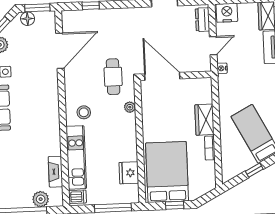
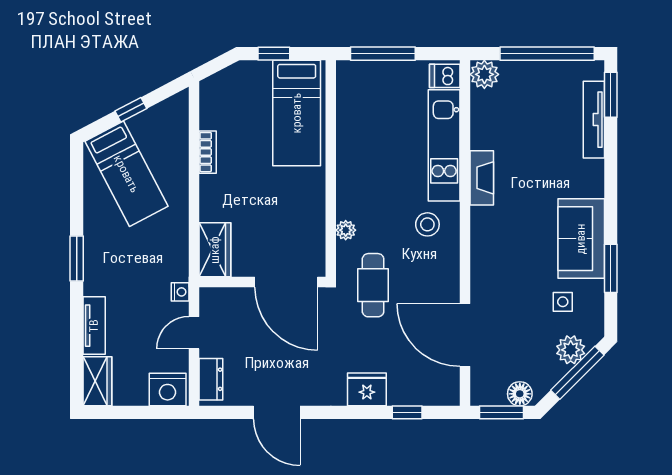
door: (60, 51) -> (465, 335), hinge flipped
wardrobe: (204, 120) -> (215, 250), moved
fireplace: (55, 172) -> (482, 178), moved
bed: (167, 172) -> (297, 113), width x0.67
fridge: (129, 173) -> (367, 389), moved, turned -90
plant: (41, 199) -> (484, 74), moved

